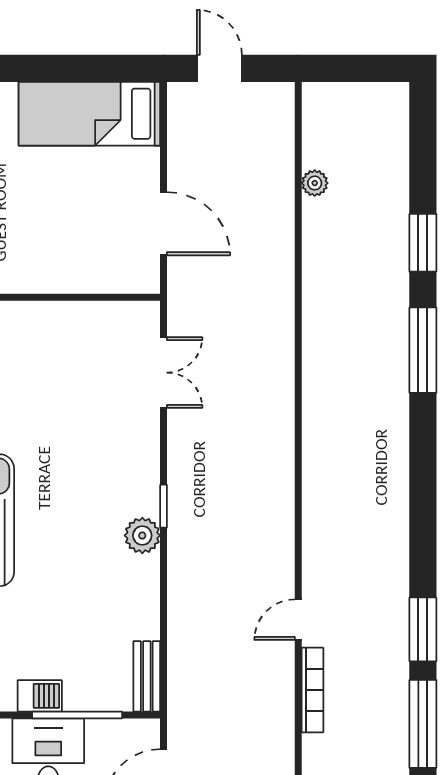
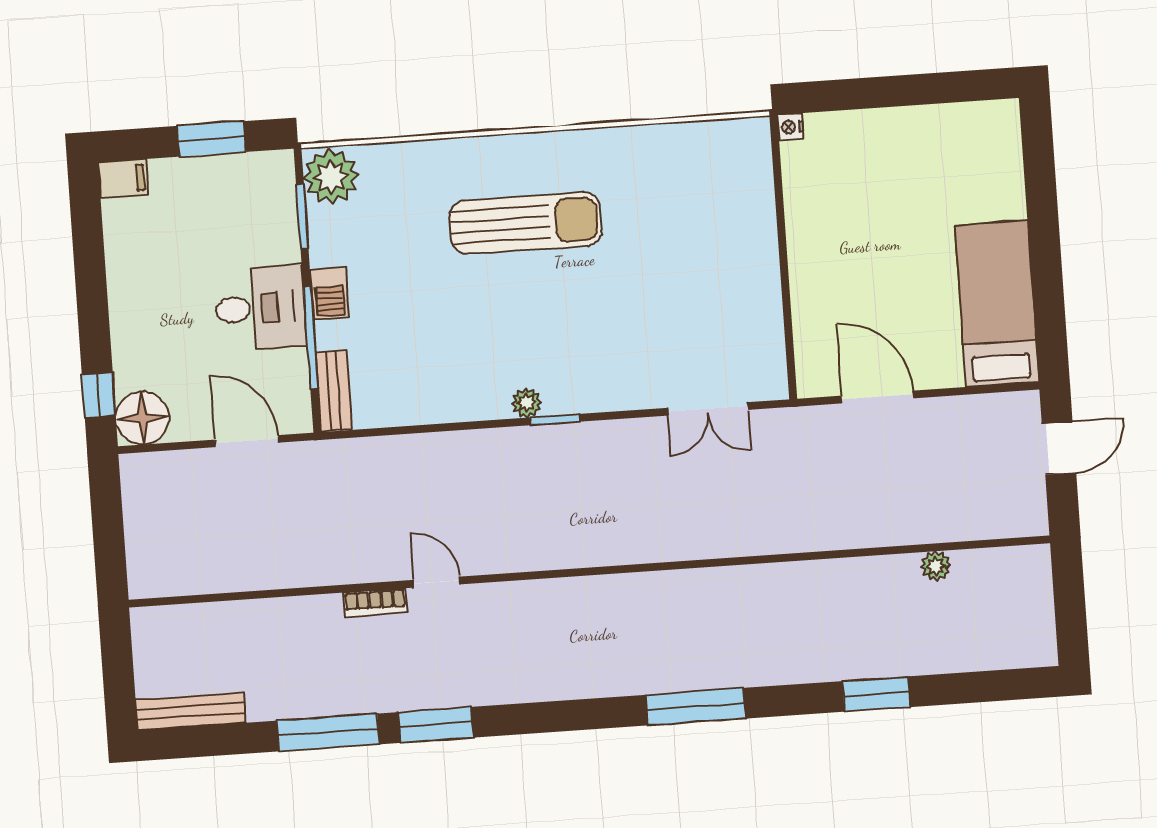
door: (164, 224) -> (877, 397), swing flipped
window: (423, 350) -> (696, 707), moved
plant: (142, 535) -> (526, 403), width x0.73, depth x0.73
bench: (147, 676) -> (334, 391), moved, turned 90
bookcase: (312, 690) -> (375, 603), width x0.64

